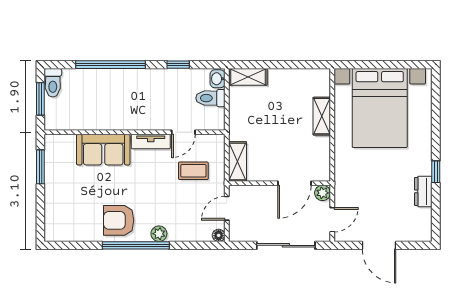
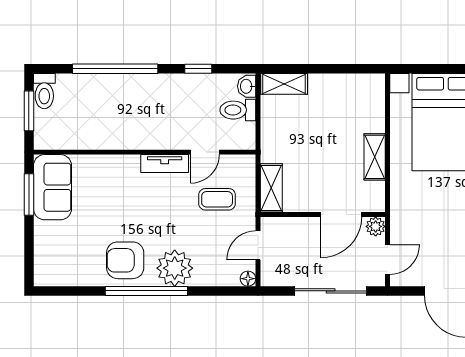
shelving: (322, 116) -> (375, 157), moved
sofa: (103, 150) -> (52, 187), moved, turned -90
plant: (159, 234) -> (175, 268), width x1.87, depth x1.87

